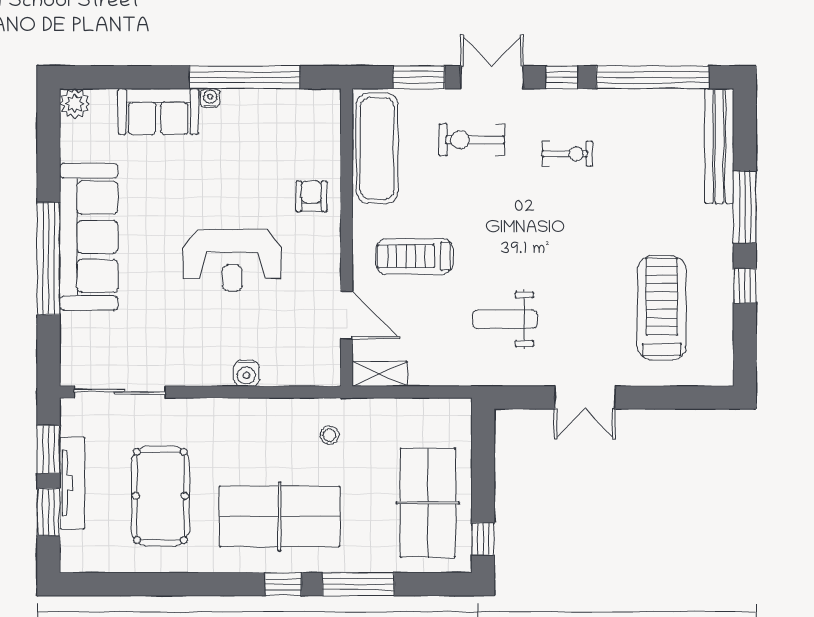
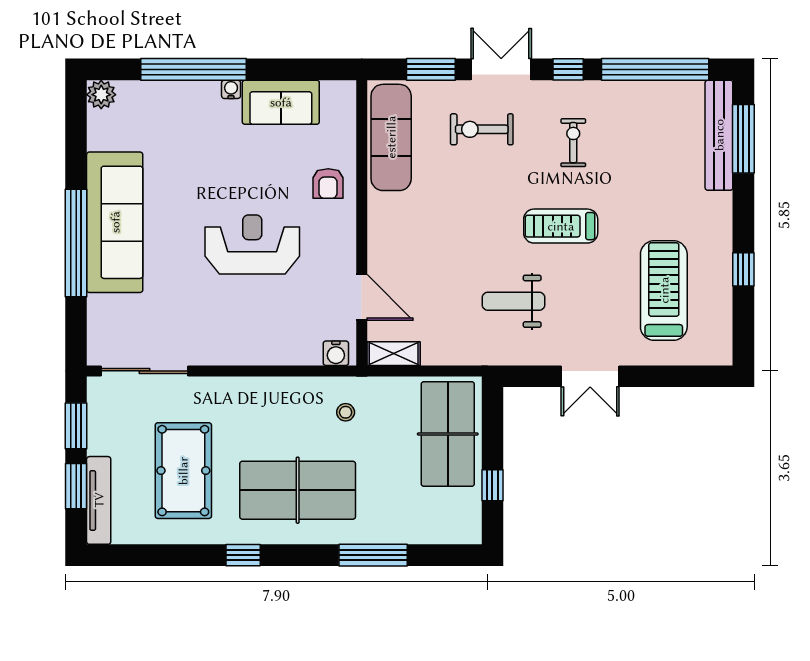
window: (245, 77) -> (194, 69), moved
sofa: (158, 112) -> (281, 102), moved
exercise bike: (567, 154) -> (573, 143), turned -90
armchair: (311, 196) -> (328, 183), turned 180
window: (745, 207) -> (743, 139), moved
treadmill: (414, 256) -> (561, 226), moved
reception desk: (232, 260) -> (252, 245), turned 180
water cooler: (246, 373) -> (336, 353), moved
tv unit: (72, 483) -> (99, 500), moved
table tennis table: (428, 503) -> (448, 434), moved
window: (483, 539) -> (492, 485), moved
window: (283, 584) -> (243, 555), moved

